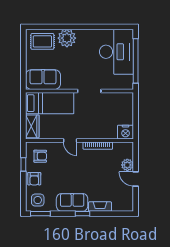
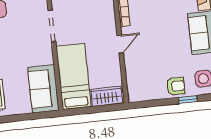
armchair: (40, 156) -> (145, 82), removed
window: (23, 164) -> (188, 100), moved

